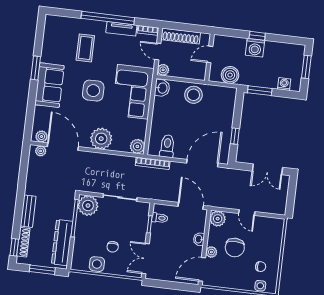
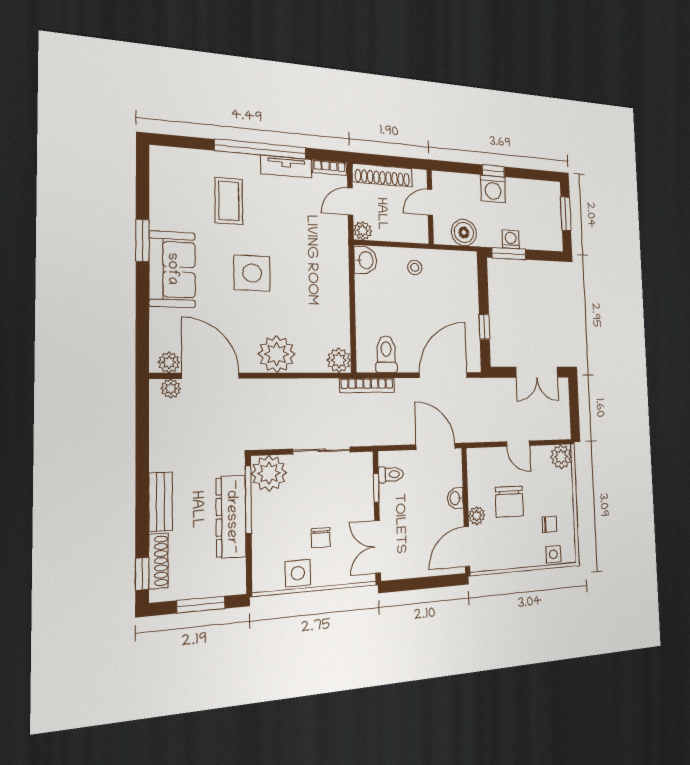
door: (158, 52) -> (350, 201), hinge flipped
washing machine: (284, 84) -> (511, 239), moved
corner sofa: (133, 92) -> (319, 270), removed
stool: (193, 95) -> (415, 267), width x0.53, depth x0.53
plant: (218, 219) -> (561, 457), moved
dresser: (62, 243) -> (231, 517), moved

